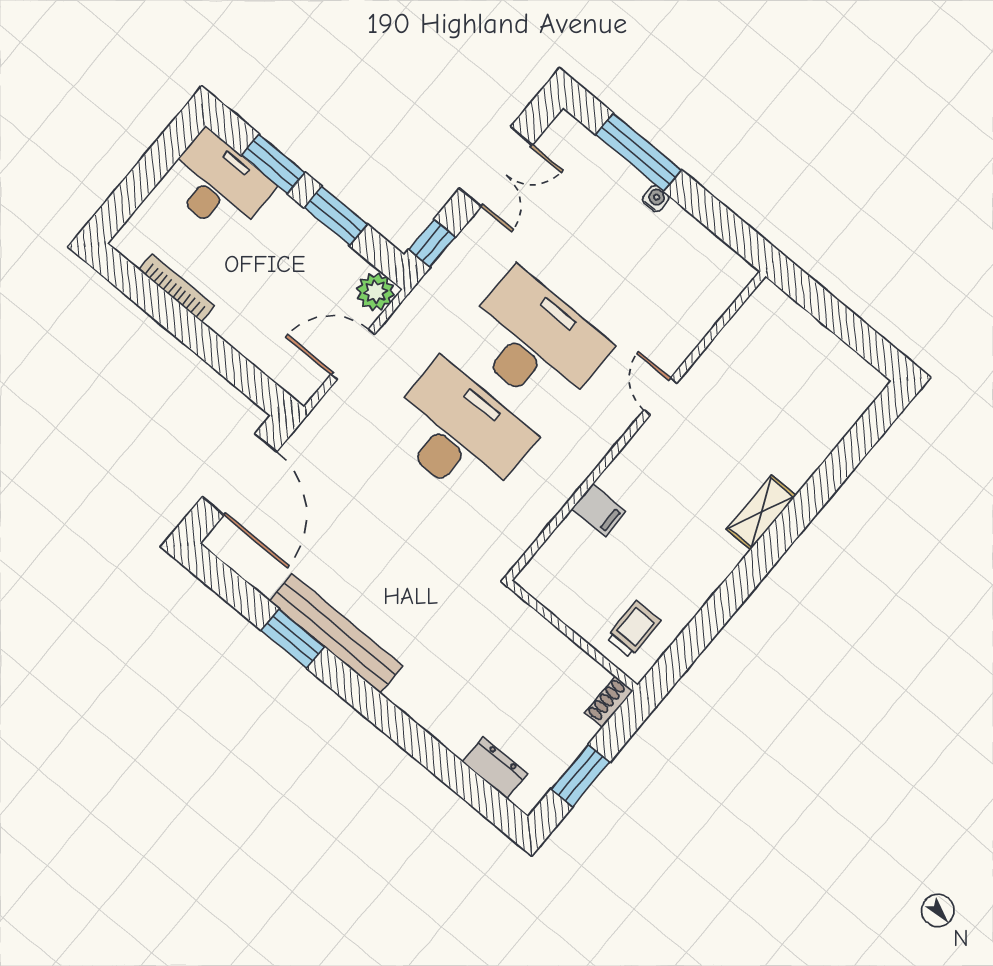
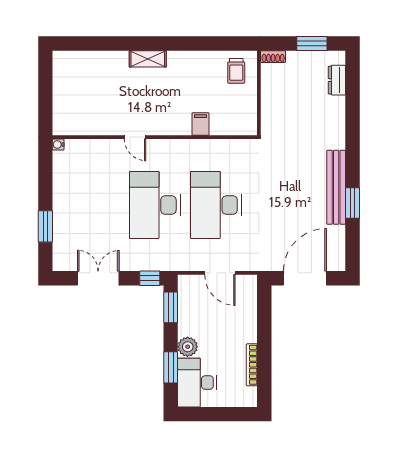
window: (639, 152) -> (45, 226), width x0.69
water cooler: (656, 199) -> (58, 145), moved
window: (336, 216) -> (171, 307), moved
plant: (375, 292) -> (188, 347), moved
door: (660, 397) -> (135, 137), hinge flipped
trolley: (633, 629) -> (236, 71), turned -90

